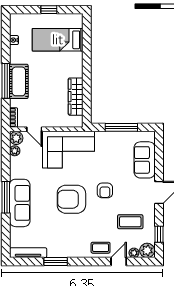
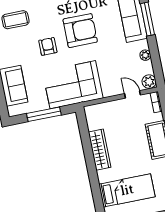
wardrobe: (76, 97) -> (100, 150), moved
corner sofa: (68, 150) -> (73, 85), moved
plant: (15, 151) -> (145, 55), moved

